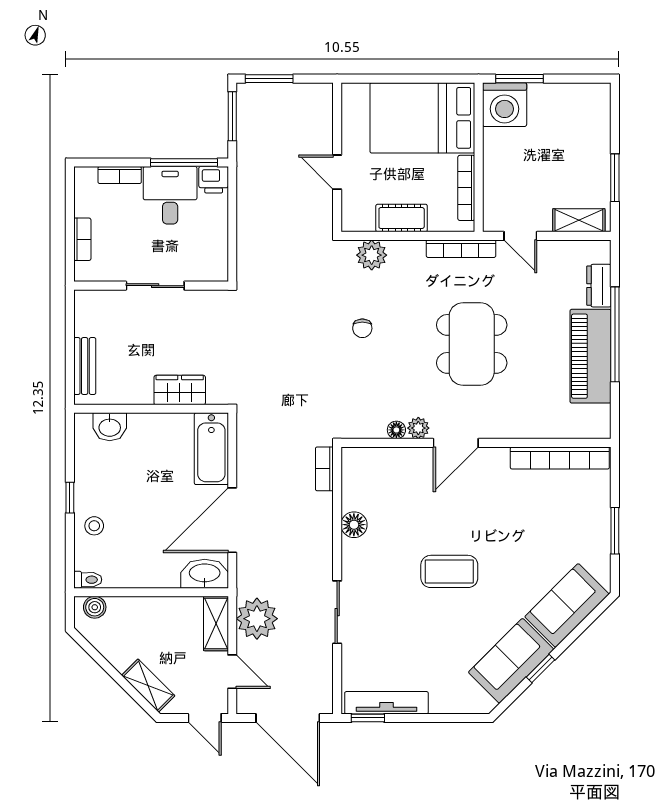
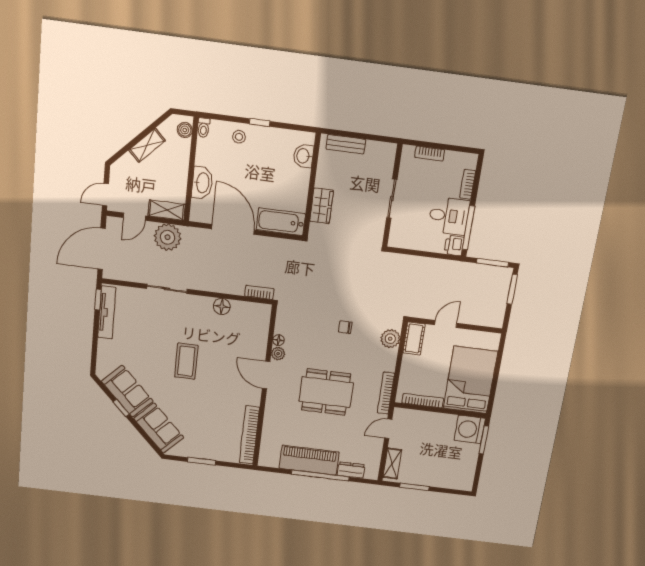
cot: (402, 218) -> (414, 338), moved
washbasin: (205, 574) -> (202, 183), moved
shelving: (148, 686) -> (147, 145), moved

